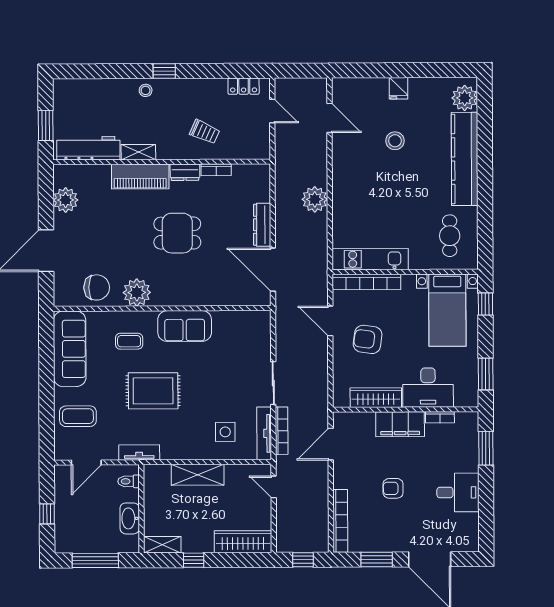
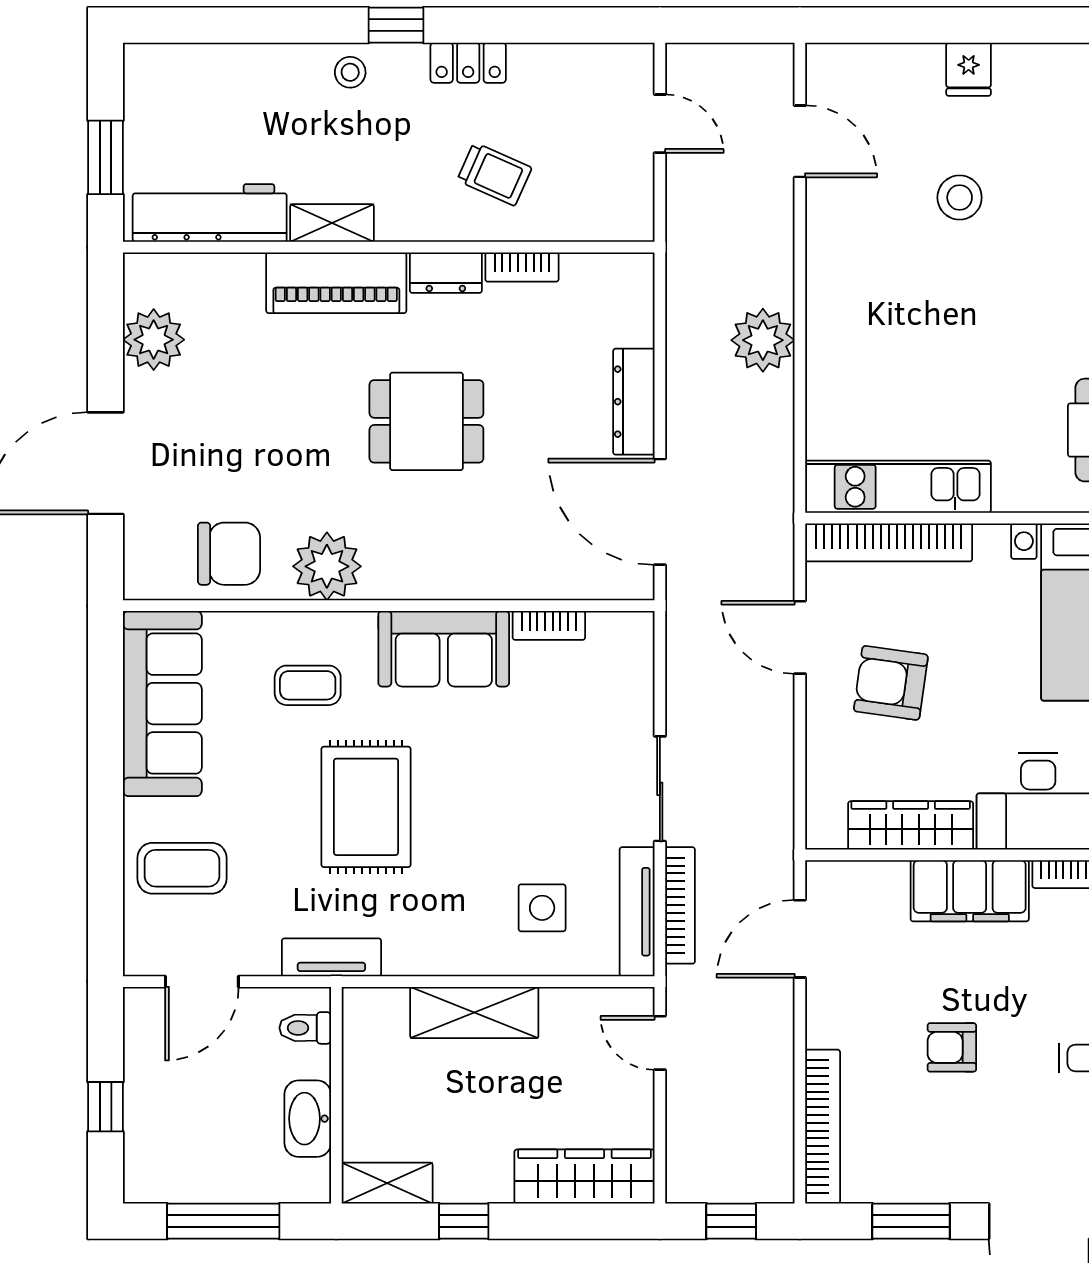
locker: (244, 86) -> (468, 63), moved
bookcase: (228, 316) -> (549, 625), added
rug: (153, 391) -> (366, 807), turned 90

